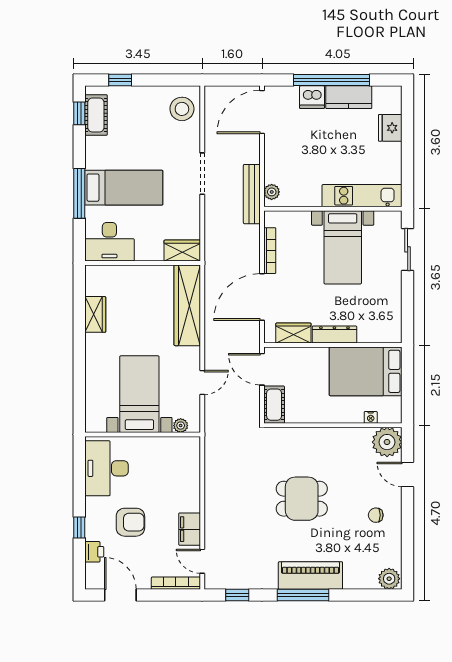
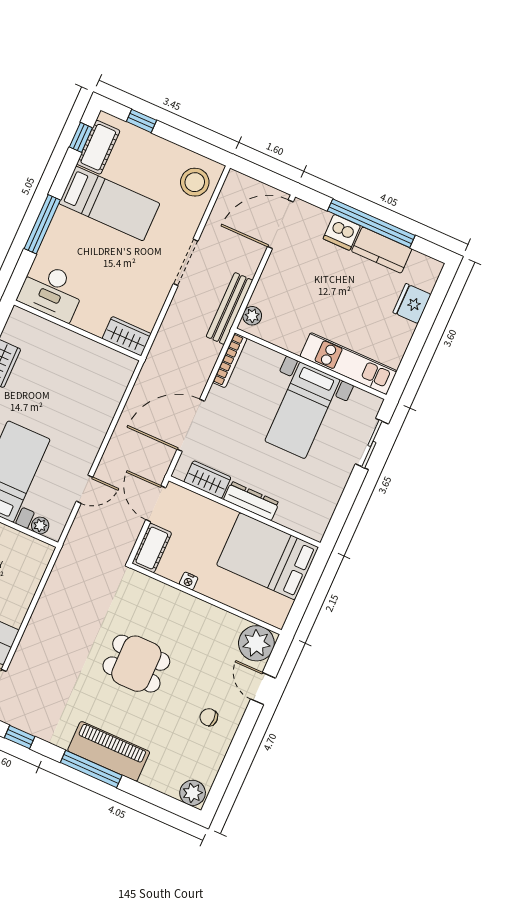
bed: (124, 188) -> (109, 204), moved
bookcase: (270, 251) -> (230, 360), moved
wardrobe: (187, 305) -> (106, 398), removed
nightstand: (371, 417) -> (189, 581), moved

